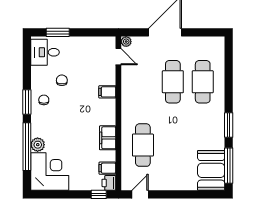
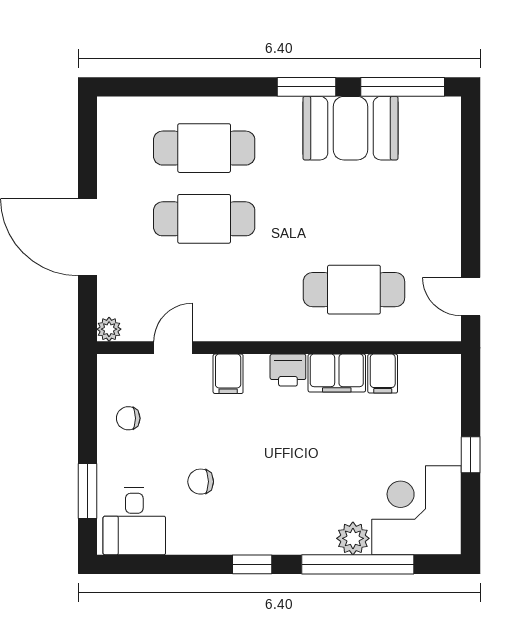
door: (118, 57) -> (173, 348), moved
chair: (44, 100) -> (128, 418), moved
window: (27, 102) -> (252, 564), width x0.67
filing cabinet: (107, 168) -> (383, 374), moved
booth: (211, 170) -> (351, 128), moved
printer: (109, 183) -> (288, 370), moved
window: (99, 194) -> (471, 455), moved

